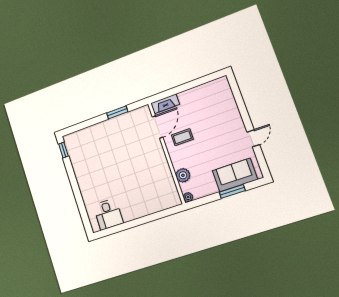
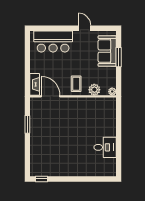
bar counter: (223, 107) -> (53, 41), added
coffee table: (182, 137) -> (76, 84), moved
desk: (108, 214) -> (105, 147), moved

